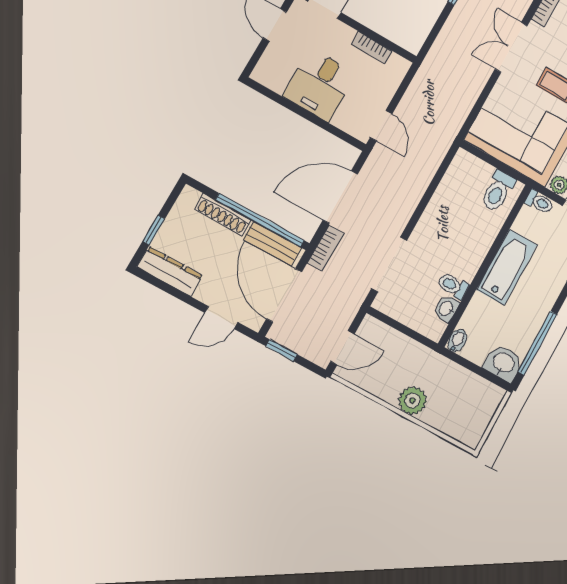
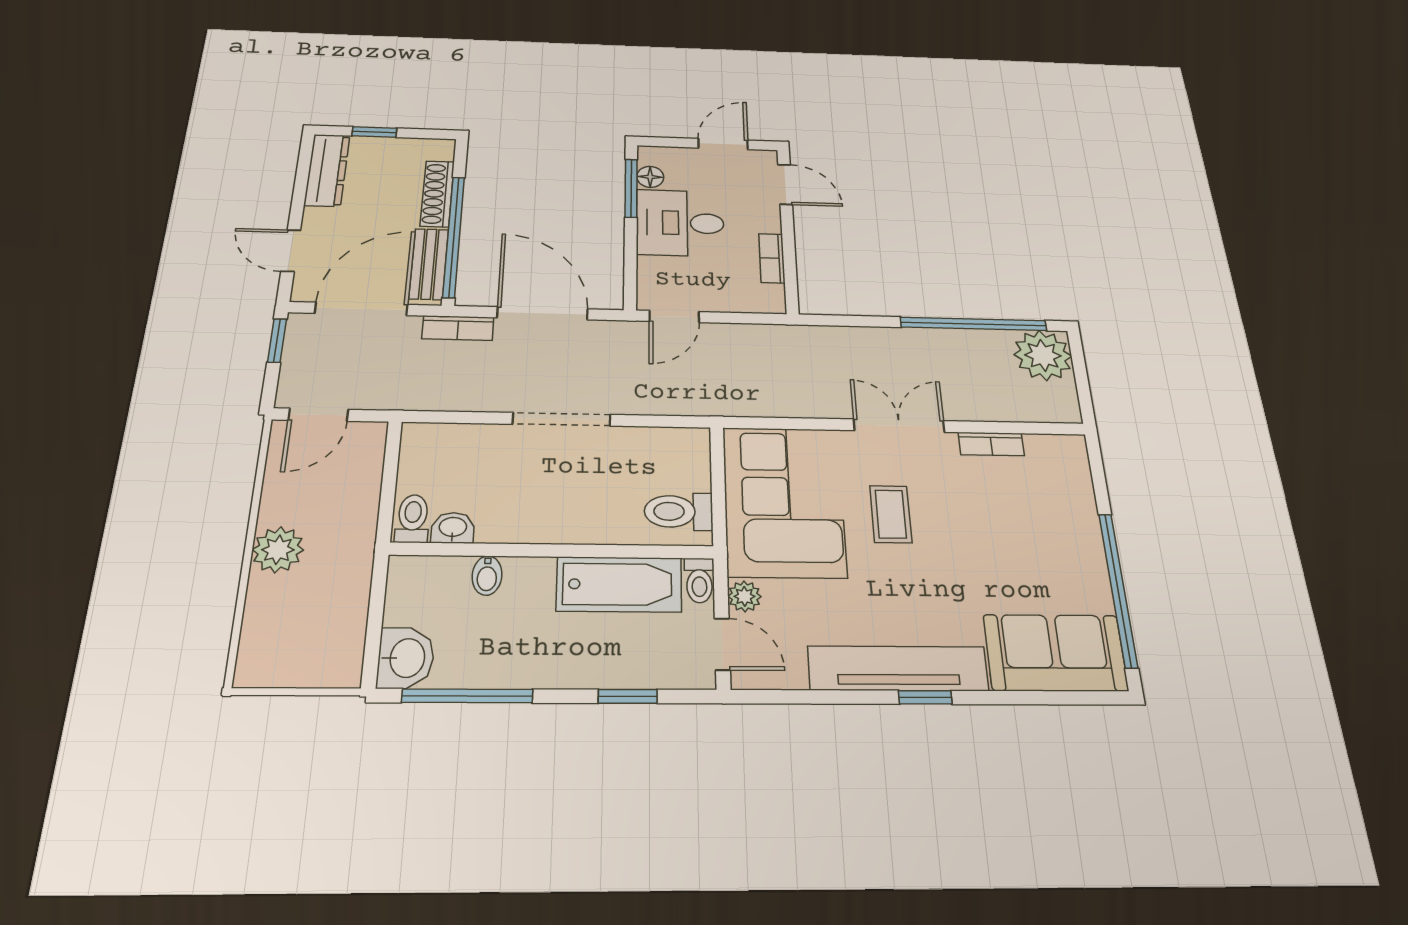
floor lamp: (277, 83) -> (650, 177), added
window: (279, 99) -> (631, 188), added
doorway: (389, 264) -> (562, 419), moved
bathtub: (507, 267) -> (619, 584), moved
toilet: (453, 286) -> (413, 519), moved
bidet: (457, 341) -> (487, 576), moved, turned 90
door: (342, 348) -> (318, 415), hinge flipped

